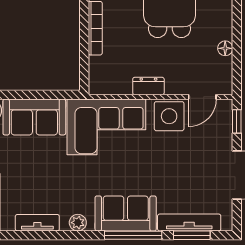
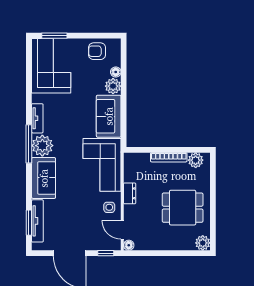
floor lamp: (225, 48) -> (129, 245), moved
side table: (169, 116) -> (109, 207), width x0.54, depth x0.54
plant: (78, 223) -> (42, 146), width x1.88, depth x1.88
window: (133, 235) -> (29, 144), moved

